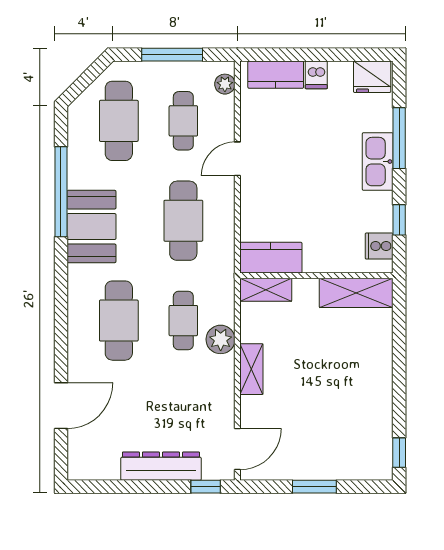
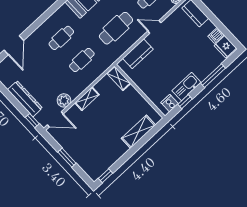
dishwasher: (316, 75) -> (216, 35), moved
kitchen sink: (378, 162) -> (187, 87), moved
kitchen counter: (271, 258) -> (138, 54), moved, turned 90
shelving: (356, 293) -> (138, 132), moved, turned 90
cafe table: (119, 321) -> (61, 38), width x0.73, depth x0.74
plant: (221, 339) -> (64, 100), moved
door: (61, 406) -> (14, 45), hinge flipped

